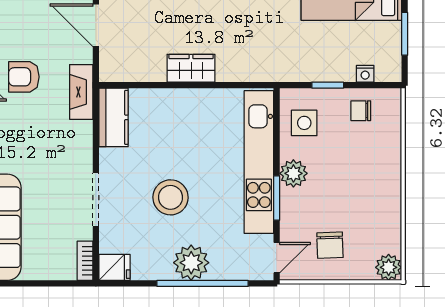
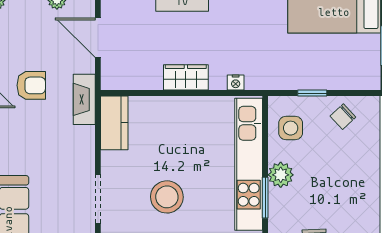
nightstand: (365, 74) -> (236, 83), moved
armchair: (24, 77) -> (31, 85), turned 180
chair: (361, 111) -> (343, 117), turned -43

